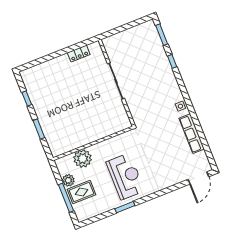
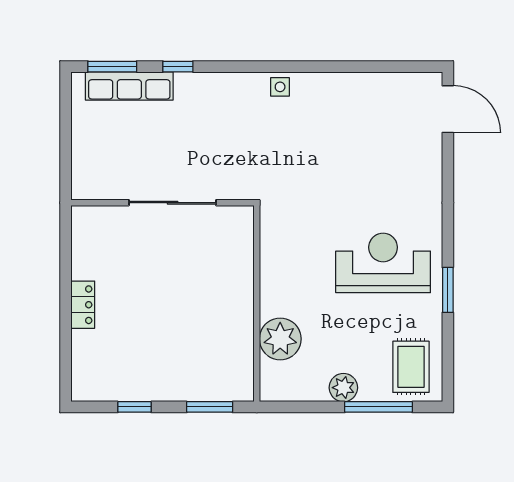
locker: (79, 54) -> (83, 305), moved
row of seats: (192, 134) -> (129, 86), moved
wall: (93, 143) -> (257, 304), moved
plant: (83, 159) -> (280, 339), moved
rug: (82, 192) -> (411, 367), moved

